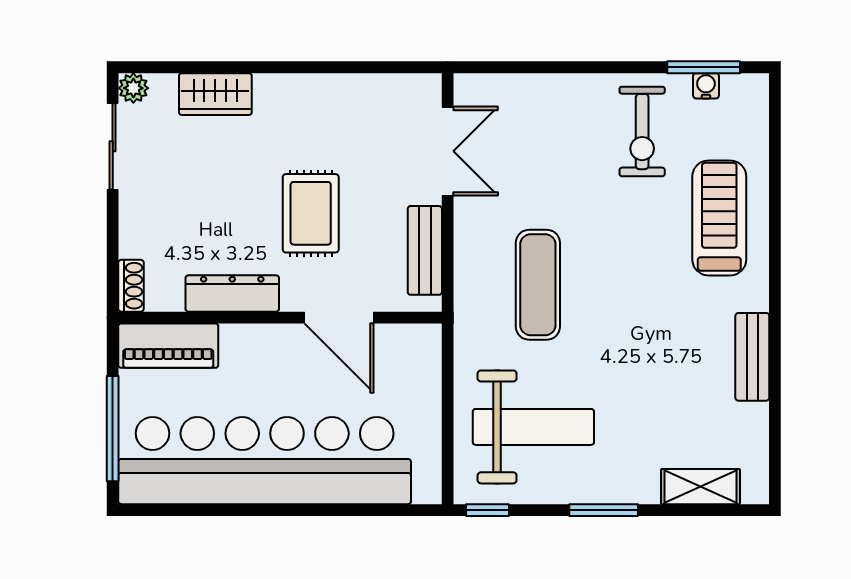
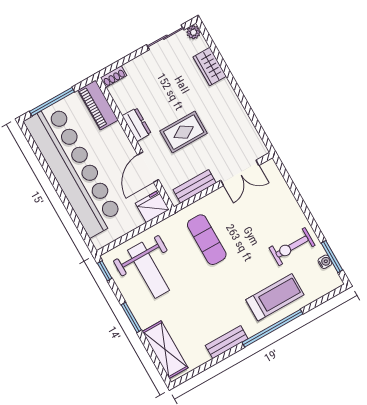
window: (775, 256) -> (272, 328), added
exercise mat: (538, 285) -> (207, 240), turned 90
dresser: (232, 293) -> (137, 125), width x0.70
fridge: (417, 352) -> (152, 206), added
shelving: (700, 487) -> (165, 350), width x1.50, depth x1.33

